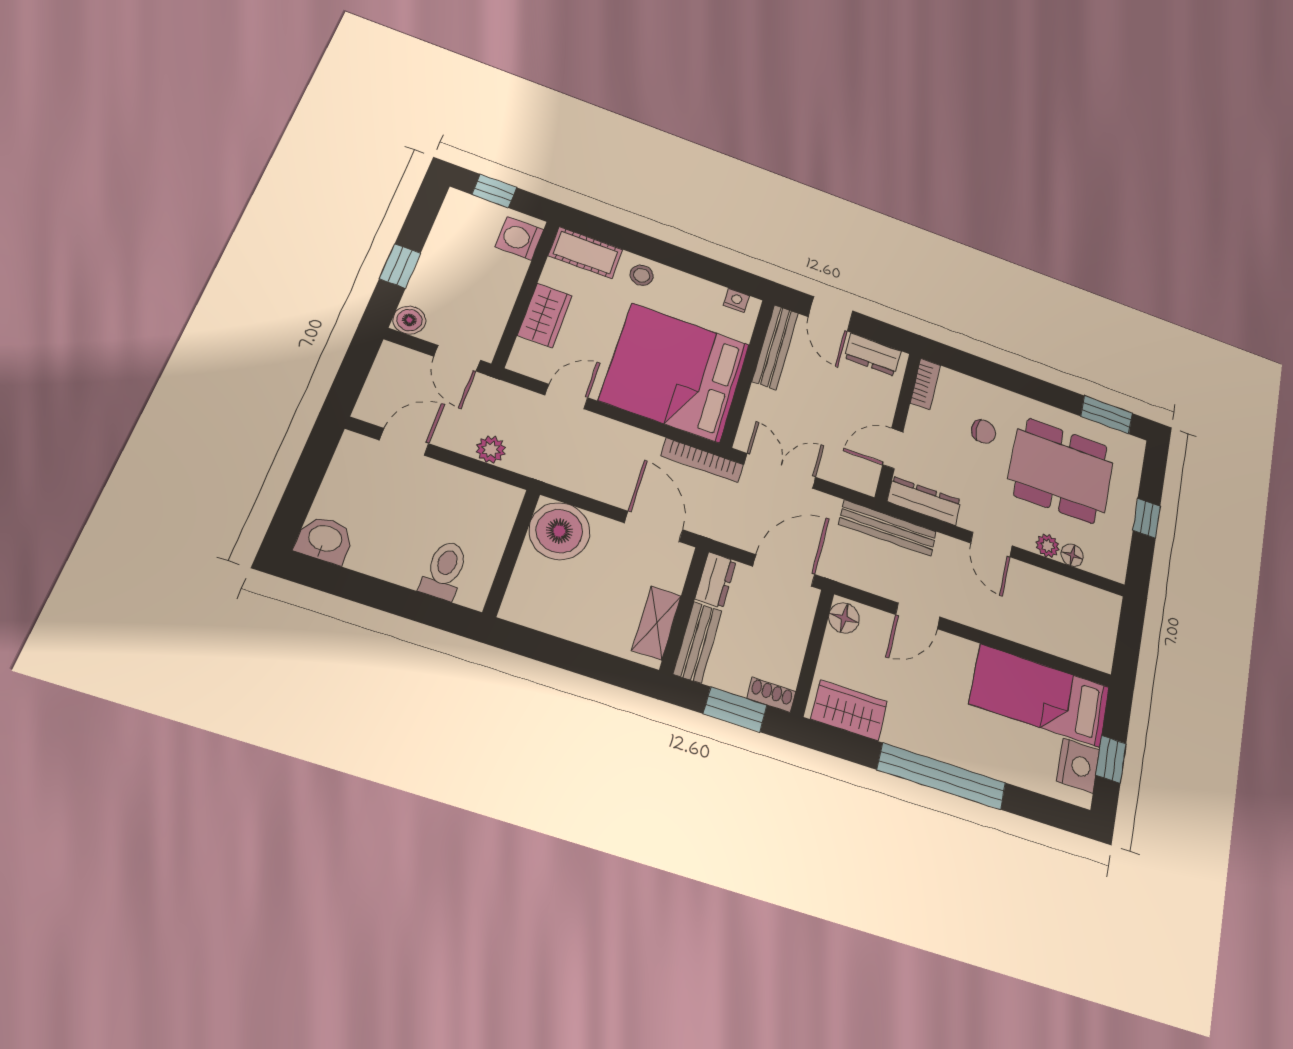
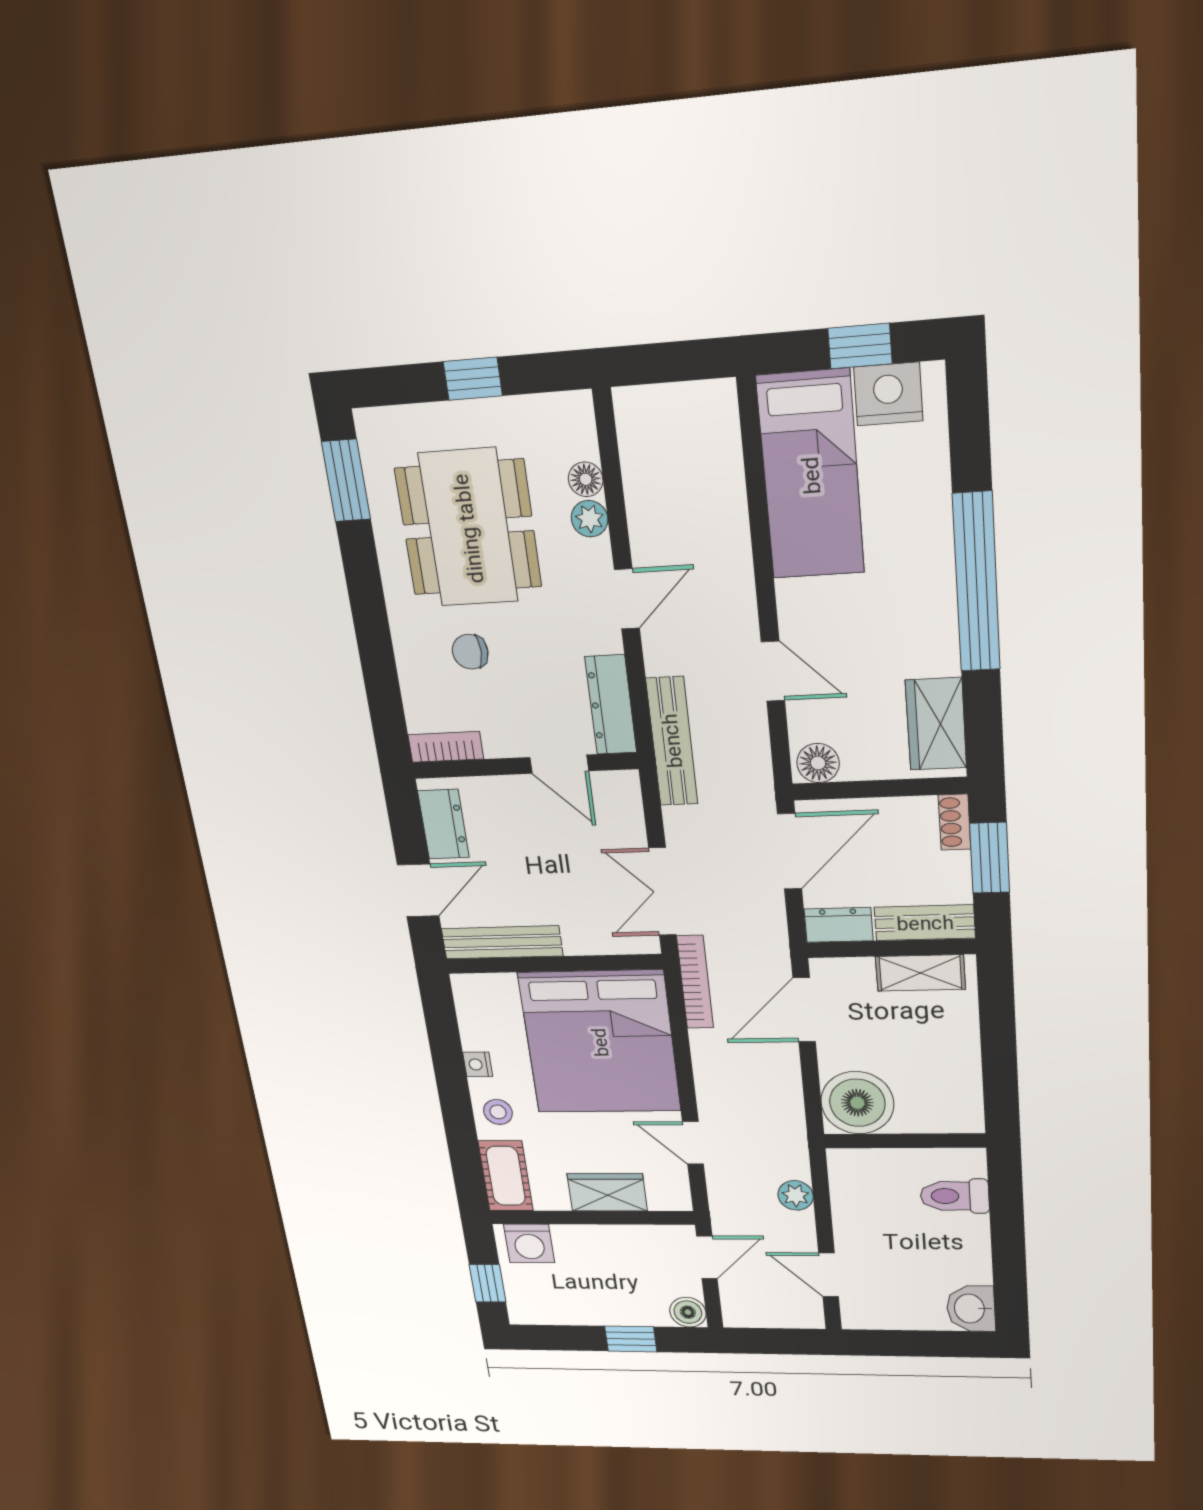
nightstand: (736, 300) -> (478, 1064), moved
chair: (983, 432) -> (470, 652), turned -90
door: (784, 570) -> (790, 851), swing flipped

